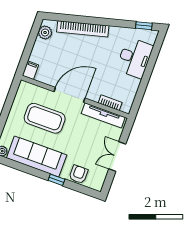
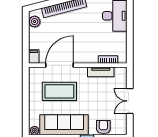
door: (70, 95) -> (59, 65), moved
tv unit: (103, 115) -> (101, 72), width x0.71

